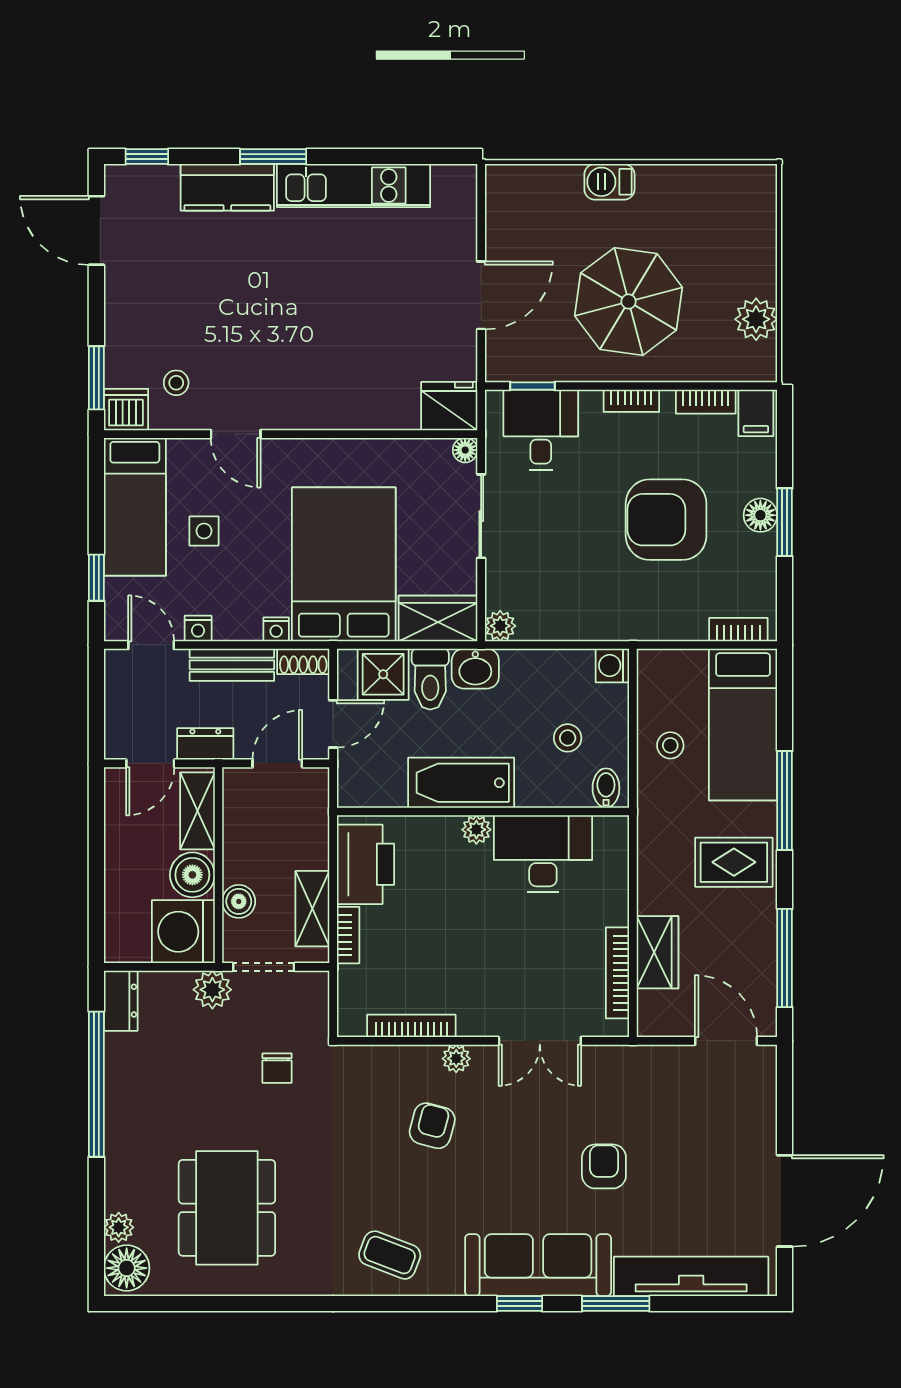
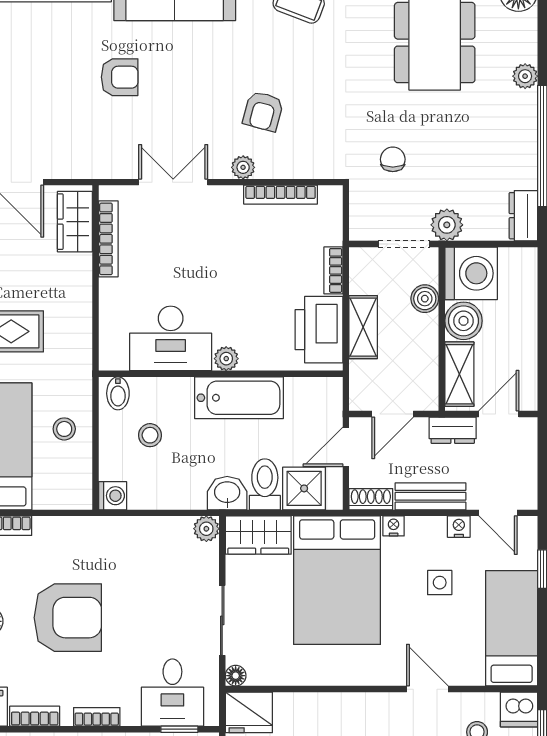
side table: (204, 531) -> (440, 583), moved
shelving: (312, 909) -> (363, 327), moved
wardrobe: (658, 952) -> (75, 222), moved
armchair: (604, 1166) -> (120, 77), turned -90
plant: (119, 1227) -> (525, 76), moved

